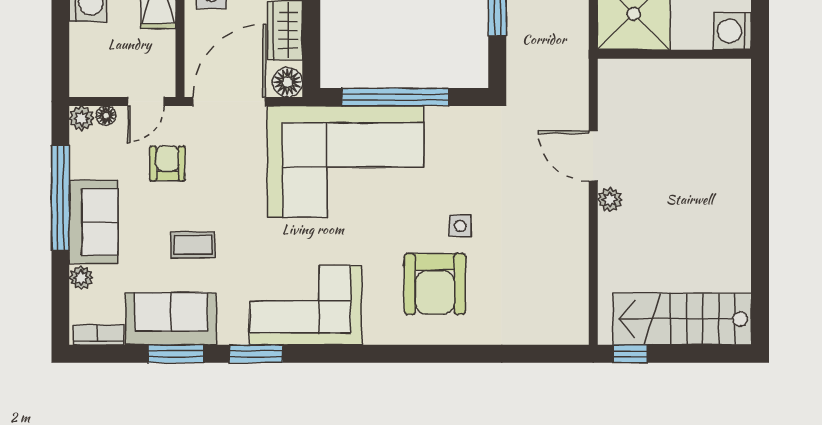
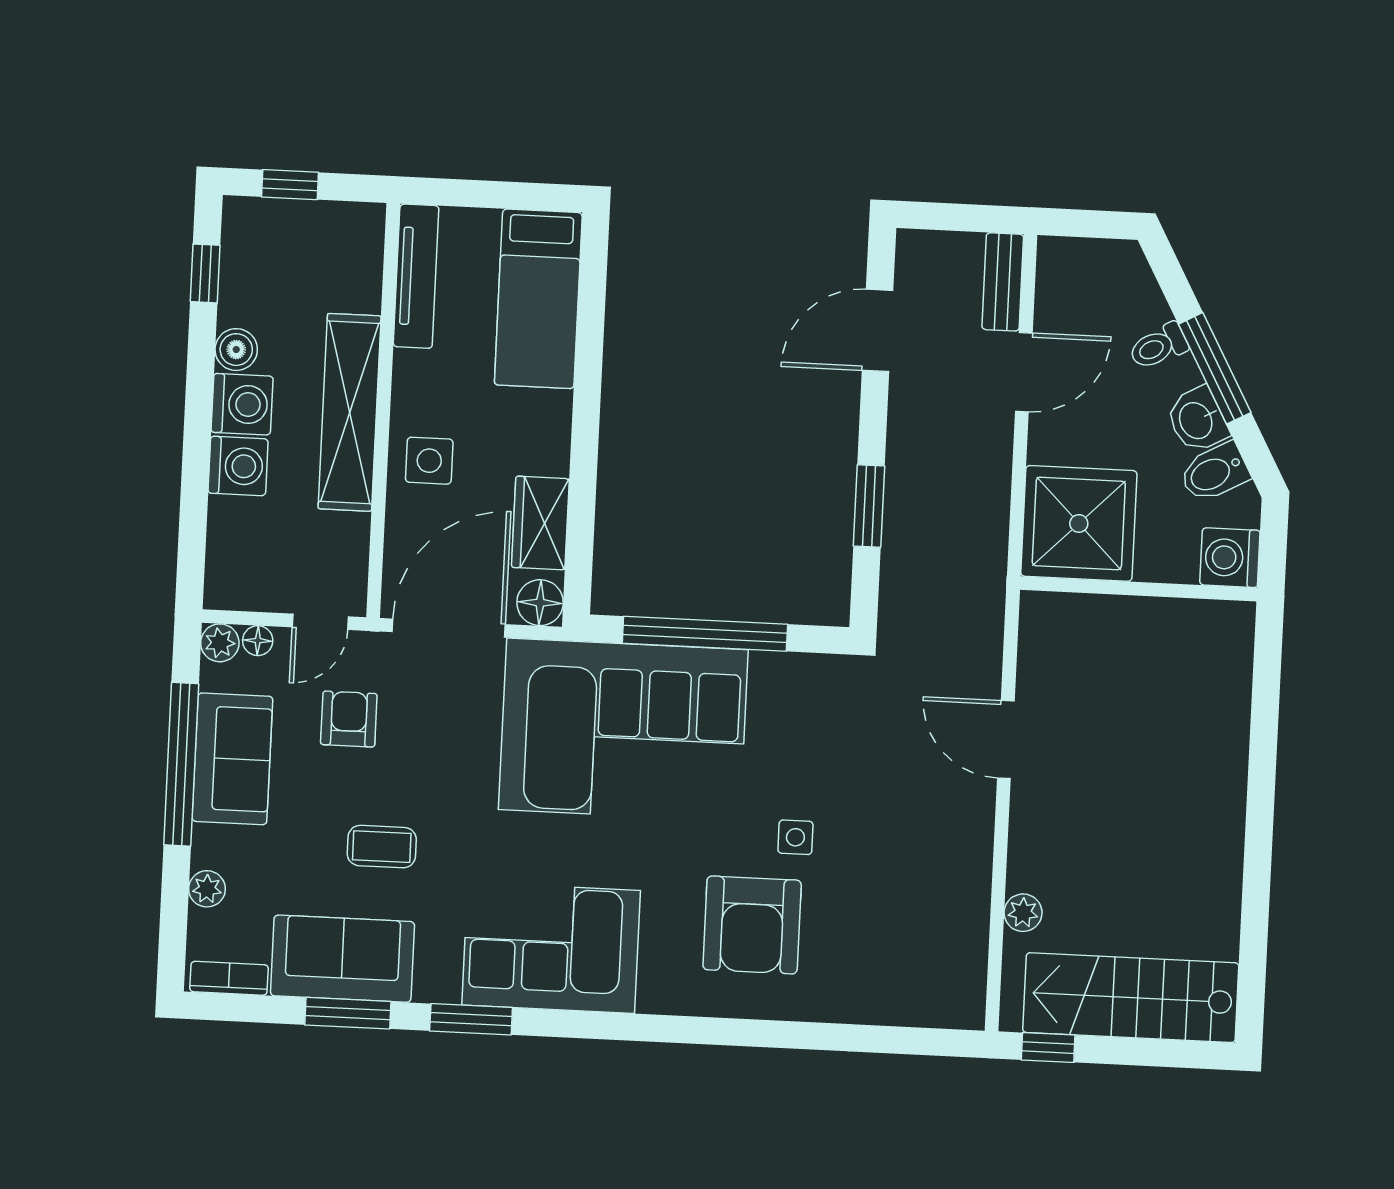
plant: (610, 200) -> (1023, 913), moved
sofa: (93, 222) -> (232, 759), moved

